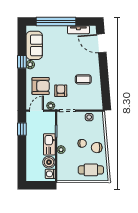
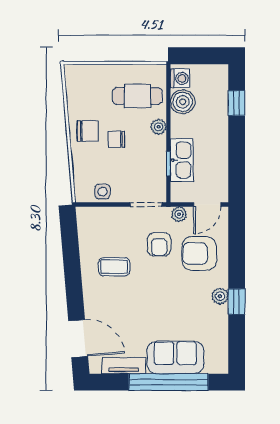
sofa: (34, 45) -> (175, 357), moved, turned 90
window: (22, 129) -> (237, 103), moved
kitchen sink: (49, 144) -> (182, 160), moved
cafe table: (91, 170) -> (137, 96), moved

